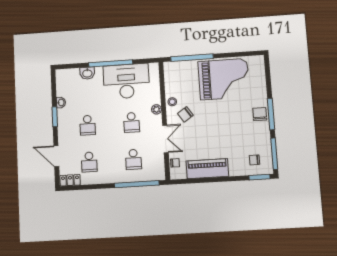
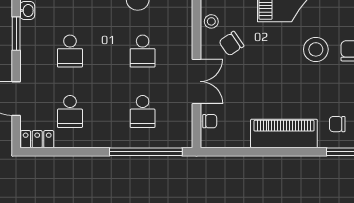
plant: (156, 109) -> (185, 32), removed
stool: (238, 115) -> (316, 49), added
piano: (207, 169) -> (284, 134), moved

